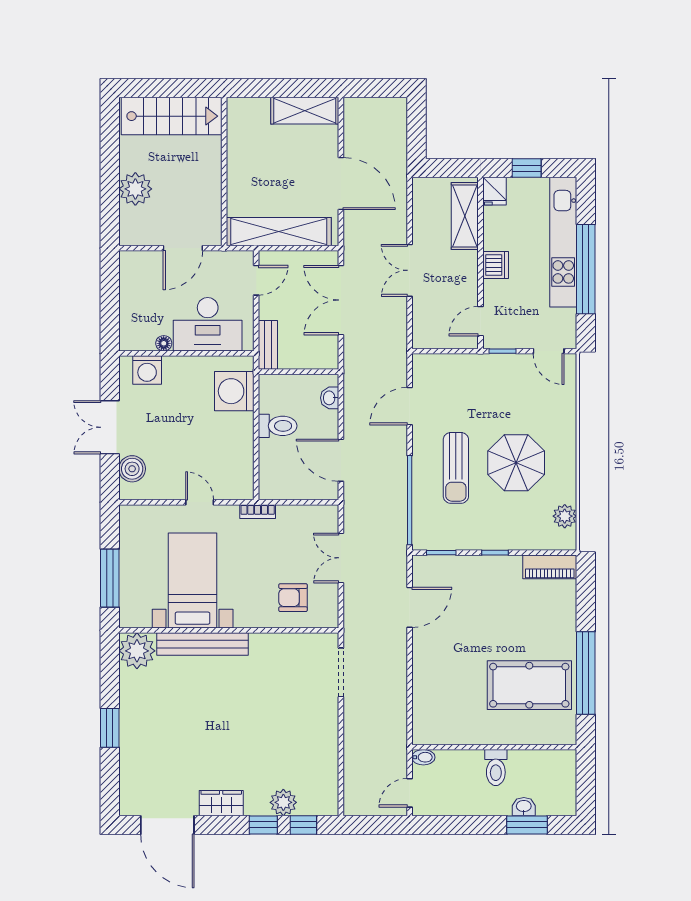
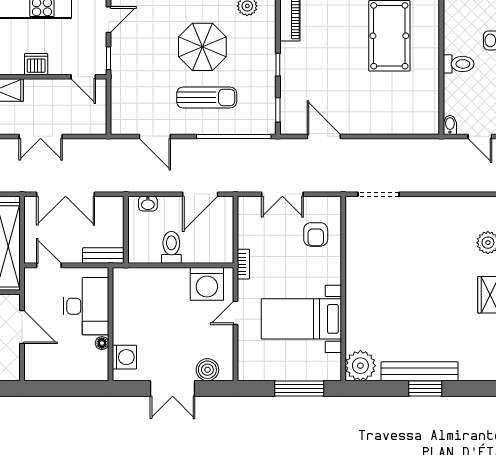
washing machine: (234, 391) -> (207, 284), moved
bench: (203, 644) -> (420, 371), moved, turned 90

